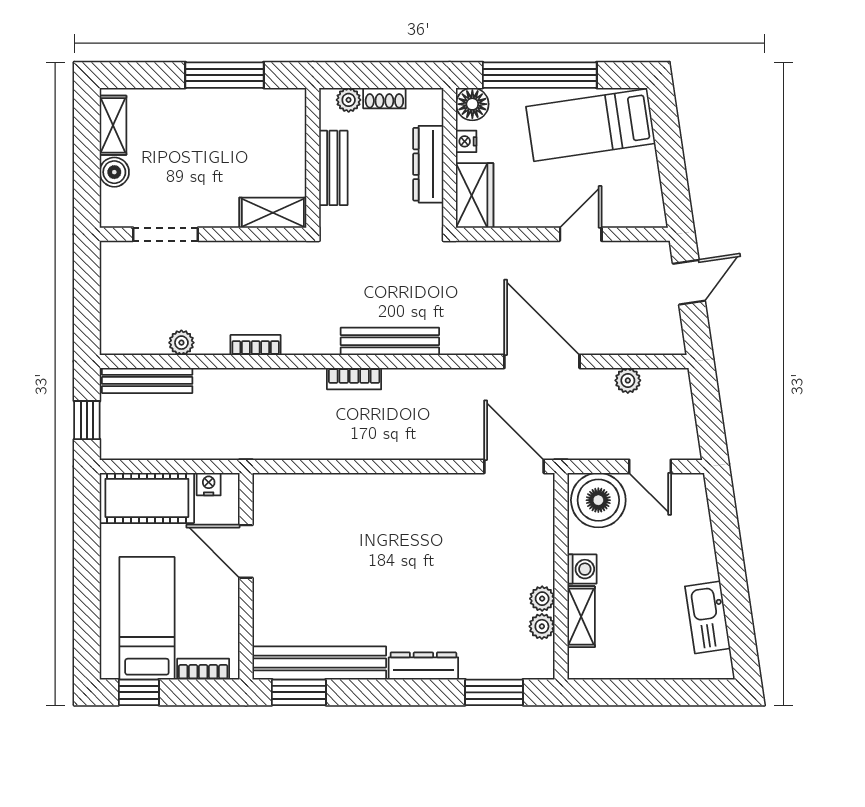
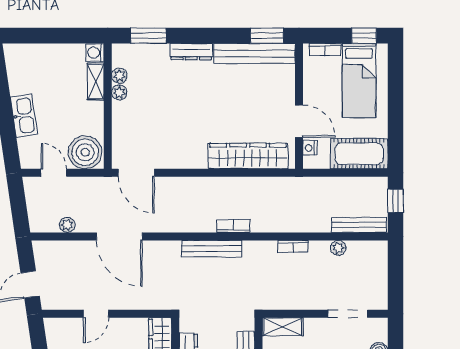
nightstand: (209, 484) -> (310, 148), moved, turned 90
wardrobe: (330, 494) -> (248, 156), added
washing machine: (582, 569) -> (95, 53), moved
kitchen sink: (708, 617) -> (24, 116), moved

